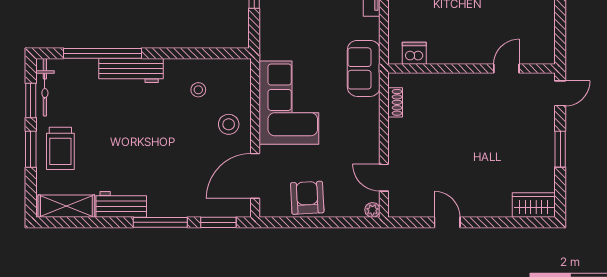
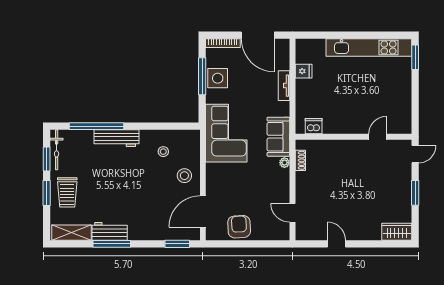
corner sofa: (289, 103) -> (226, 133), moved
plant: (372, 210) -> (284, 163), moved
window: (160, 222) -> (112, 244), moved

